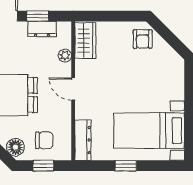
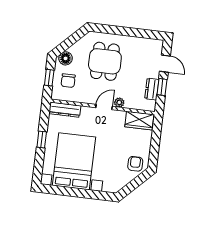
armchair: (143, 39) -> (135, 164), turned 90
plant: (65, 56) -> (119, 103), moved
bed with nightstands: (149, 131) -> (74, 161), width x1.36

